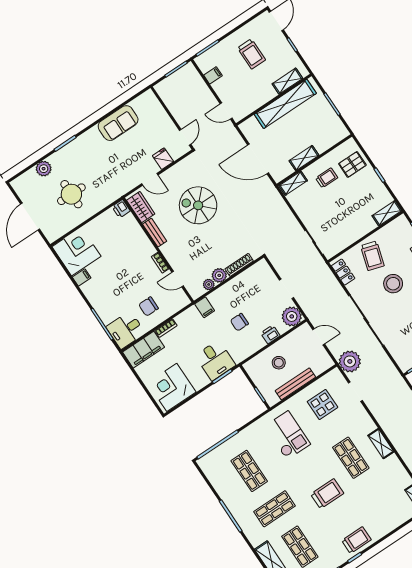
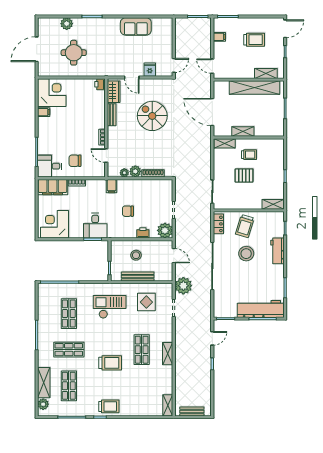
trolley: (251, 54) -> (254, 40), turned -90
pallet: (352, 164) -> (244, 176), moved
checkout: (287, 435) -> (110, 307), turned -90

